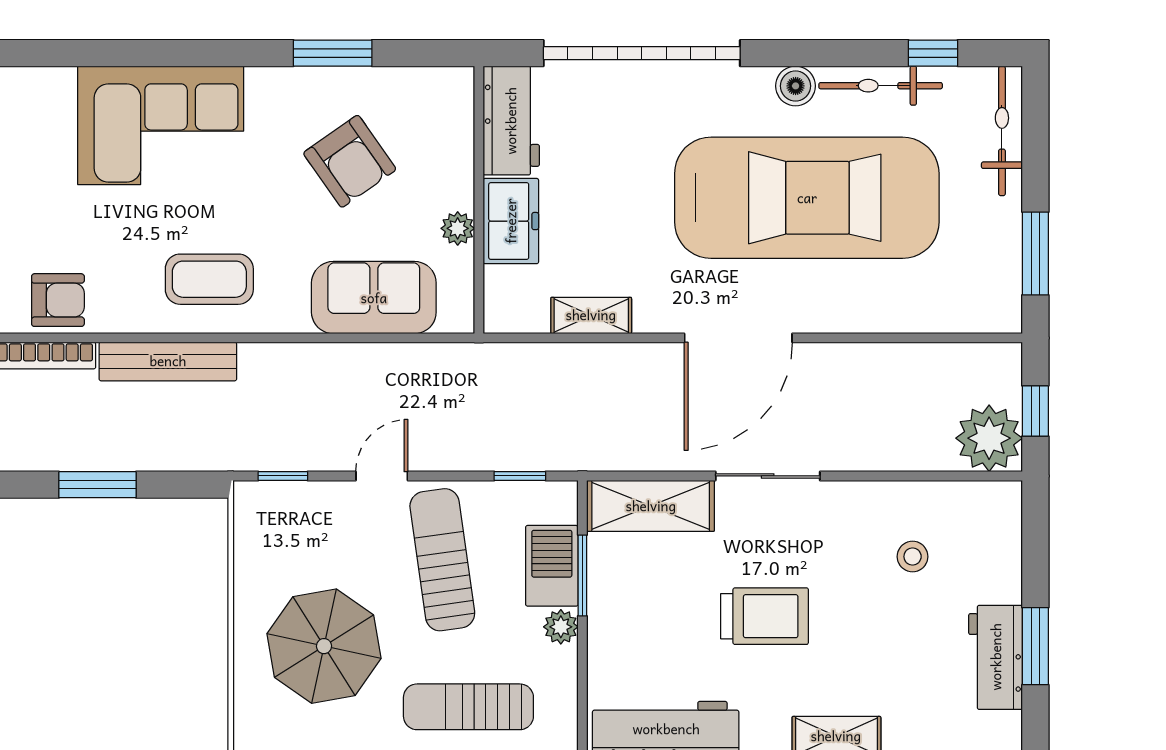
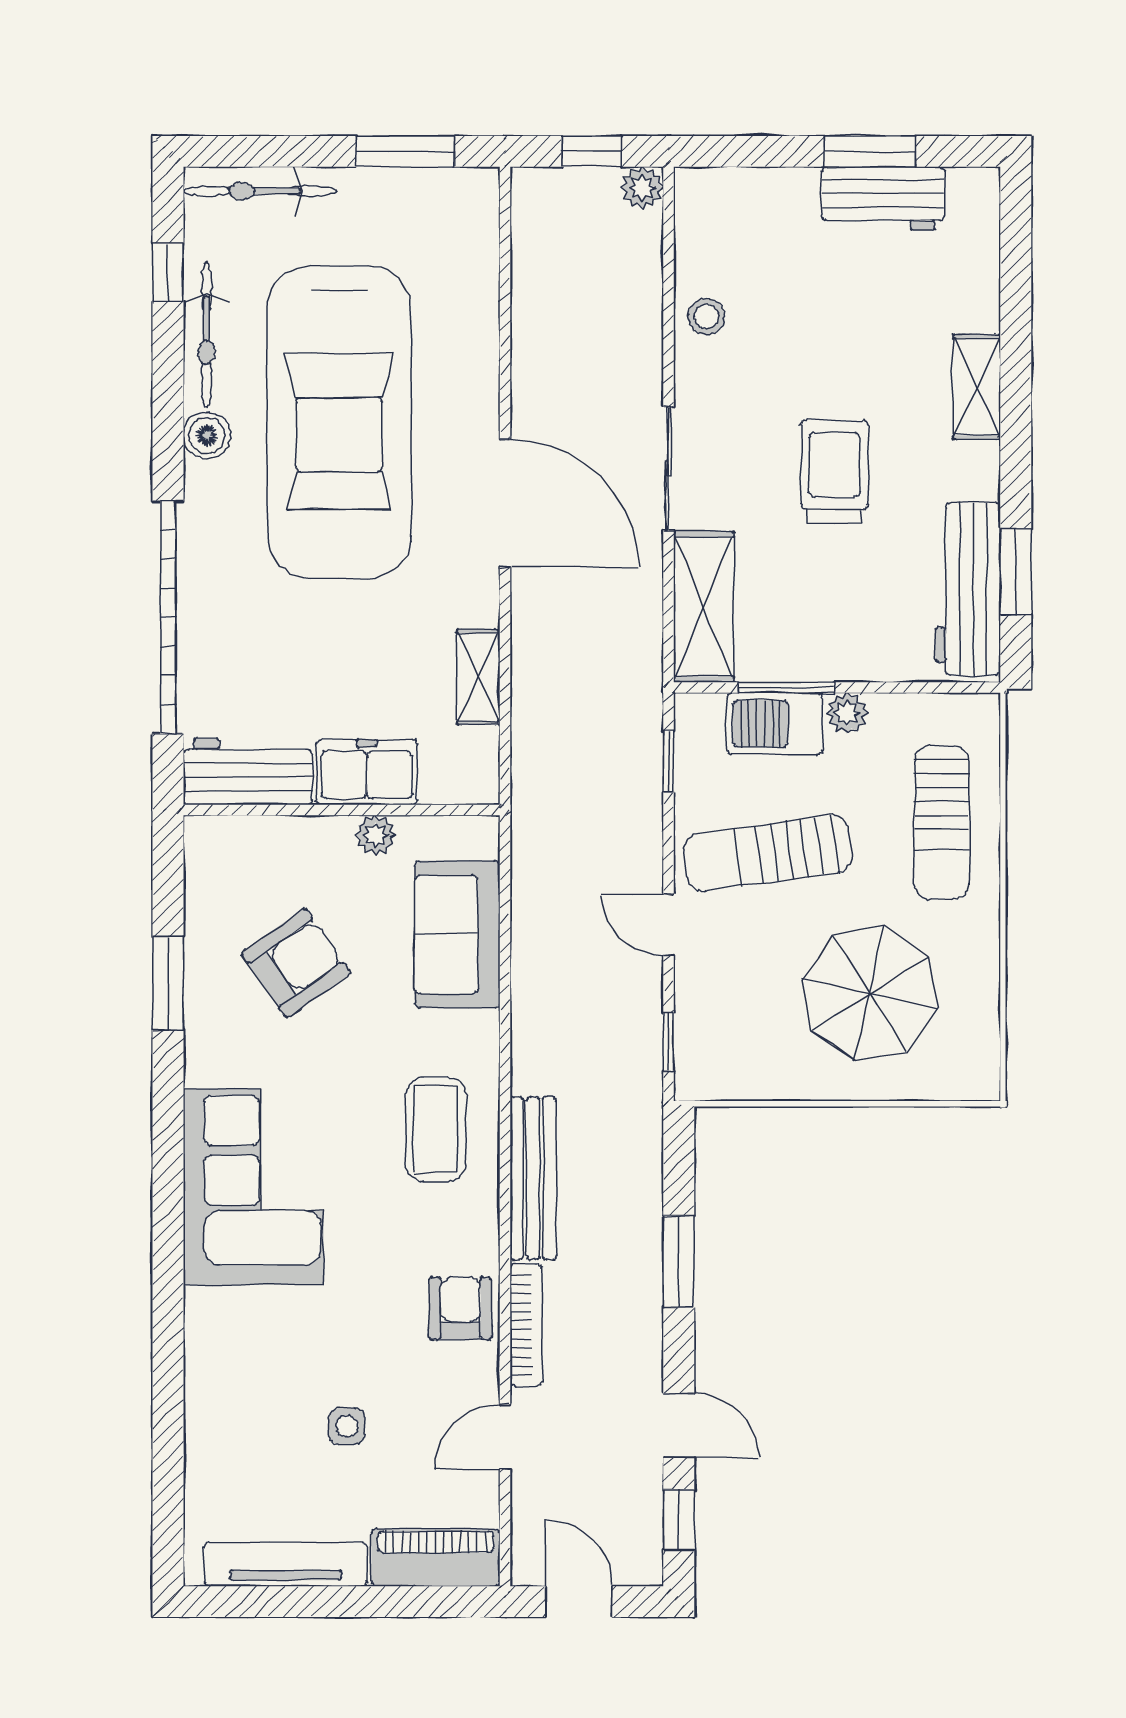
car: (807, 198) -> (339, 422), turned 180
plant: (989, 438) -> (642, 188), width x0.53, depth x0.53
stool: (913, 557) -> (707, 317), moved

